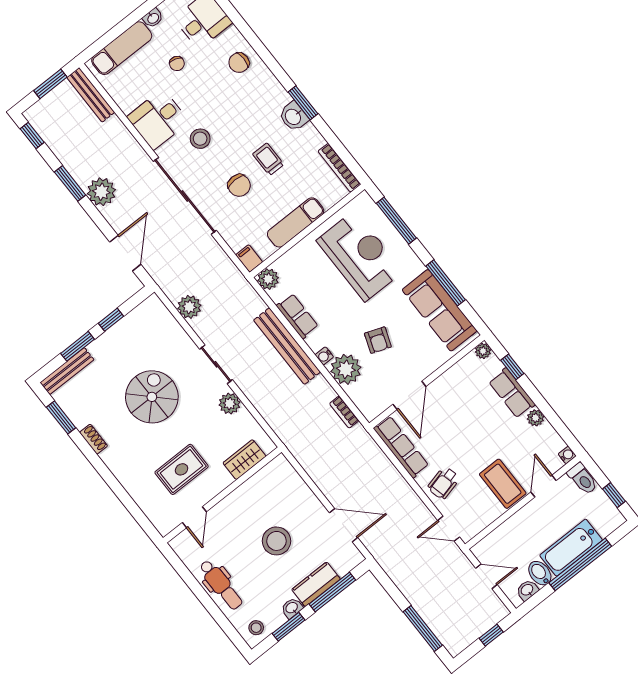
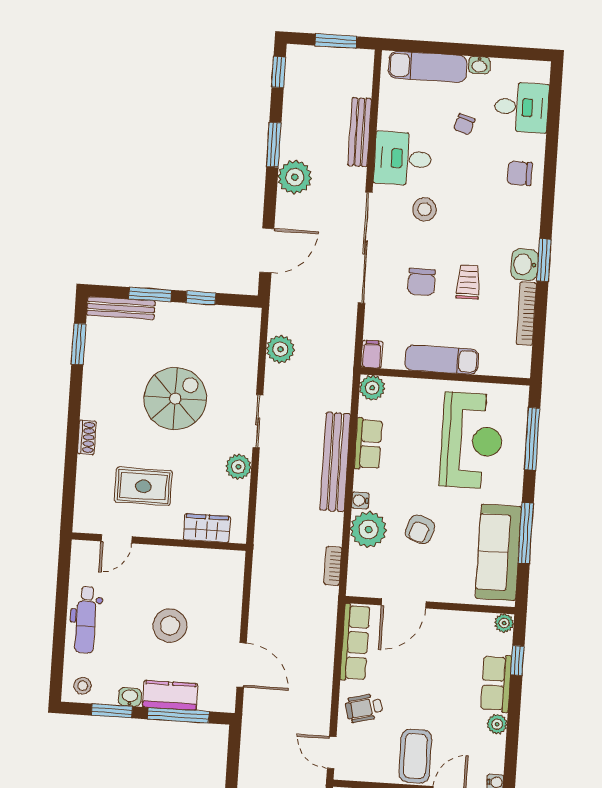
bench: (91, 95) -> (360, 132), moved
bookcase: (339, 168) -> (526, 314), moved
shoe rack: (94, 439) -> (87, 437), moved

